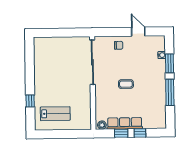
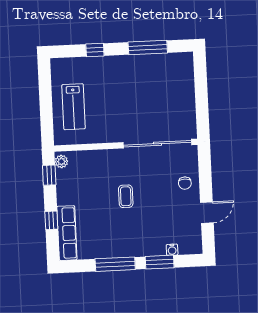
window: (30, 67) -> (148, 47), added
lab bench: (55, 114) -> (74, 107), moved
row of seats: (125, 123) -> (67, 233), moved
window: (121, 133) -> (49, 175), moved

